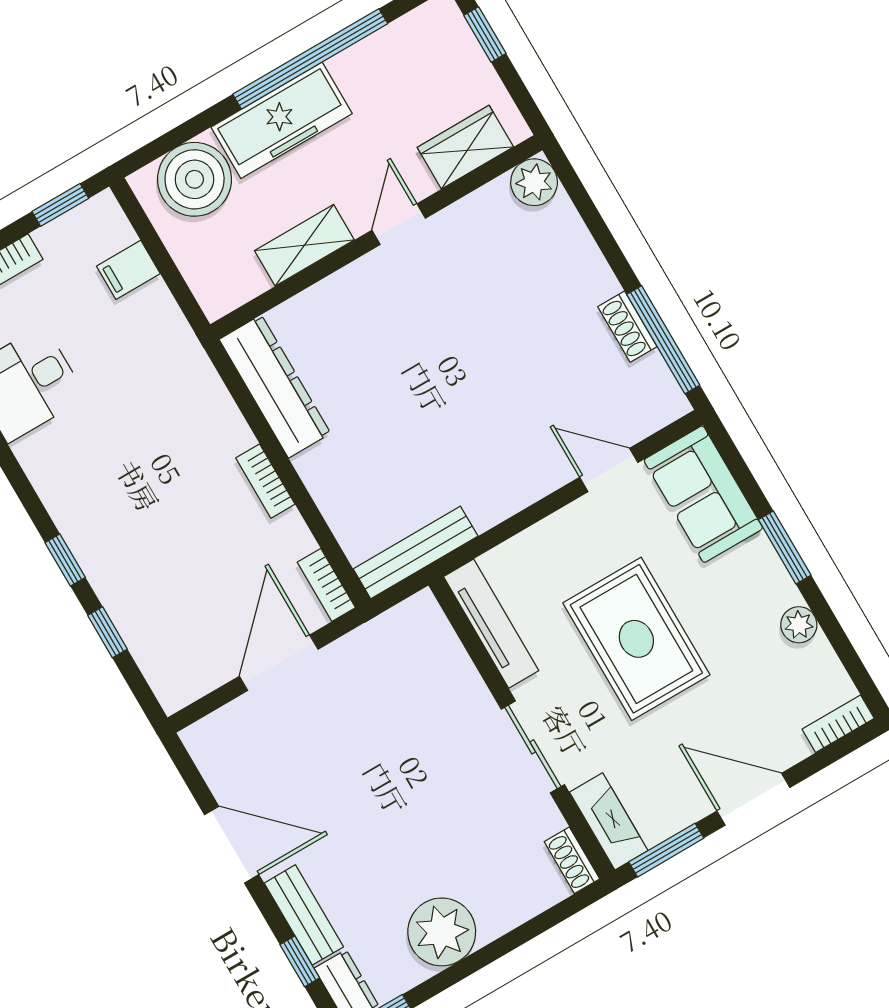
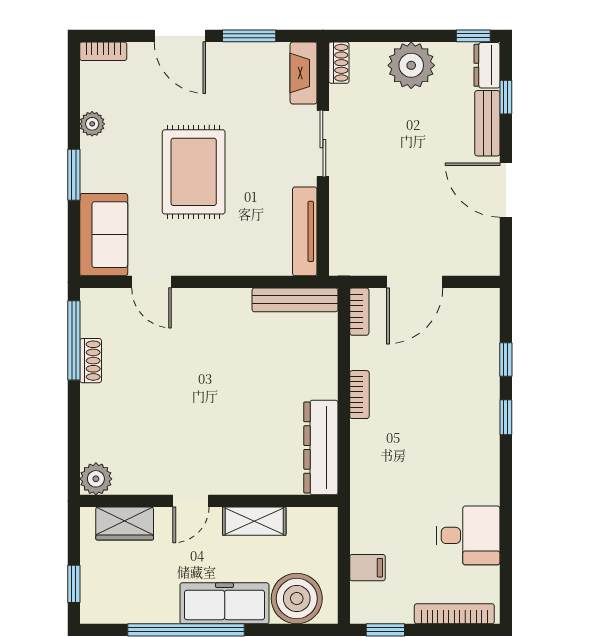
tv unit: (491, 624) -> (305, 231), moved
wall: (522, 728) -> (323, 159), moved
sliding door: (533, 747) -> (323, 144), moved
fireplace: (609, 821) -> (304, 73), moved
shoe rack: (572, 860) -> (339, 63), moved

